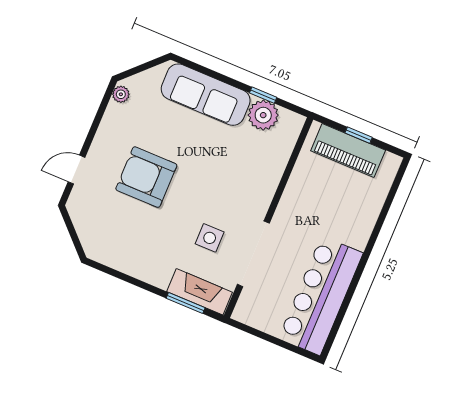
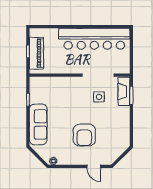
plant: (263, 115) -> (37, 96), removed
bar counter: (321, 296) -> (94, 39), width x1.36

